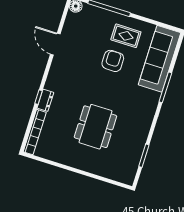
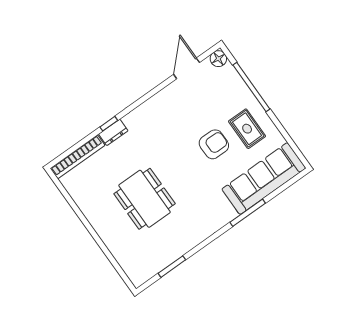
door: (55, 44) -> (187, 68), moved
dining table: (95, 127) -> (145, 199), turned 90

